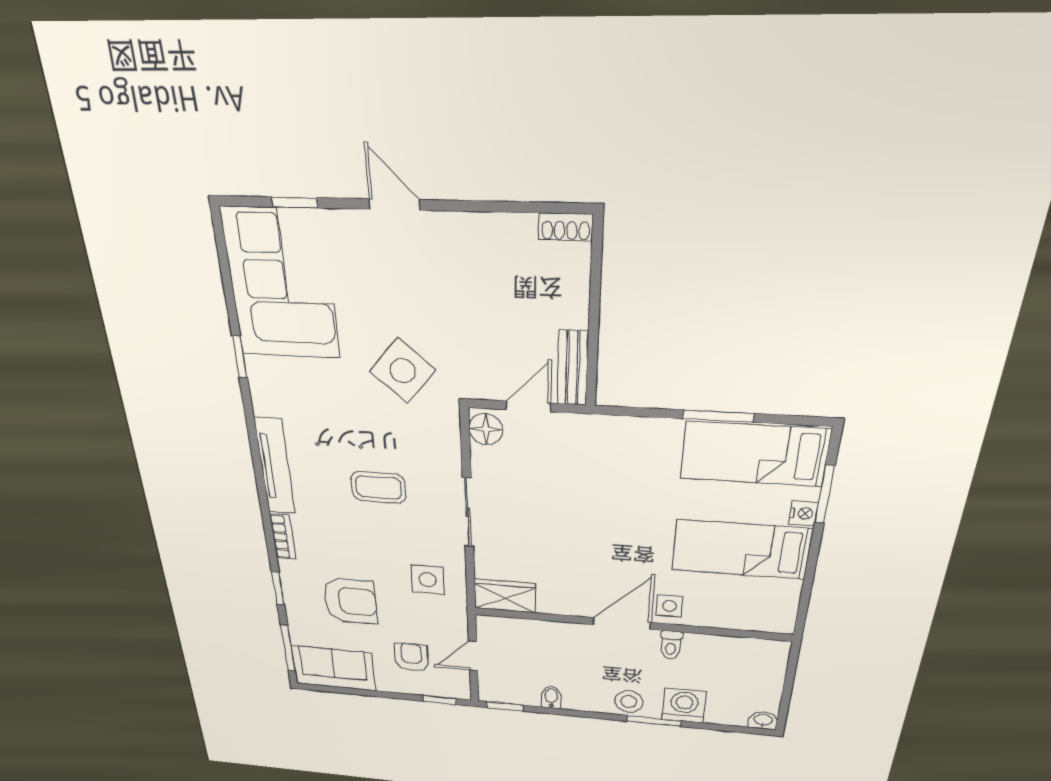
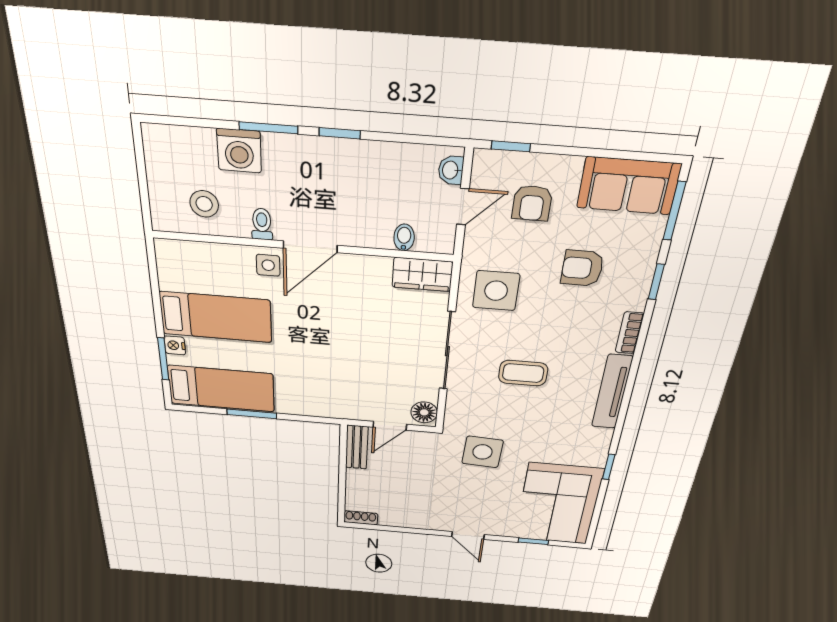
side table: (403, 371) -> (482, 452), turned -38
sliding door: (468, 512) -> (447, 351), width x1.37
side table: (428, 580) -> (496, 291), width x1.37, depth x1.37
armchair: (350, 601) -> (582, 268), width x0.72, depth x0.72
bidet: (551, 697) -> (404, 237), moved, turned 180
stool: (629, 702) -> (204, 204), moved
window: (505, 706) -> (340, 133), moved
washbasin: (763, 720) -> (451, 170), moved, turned 90

